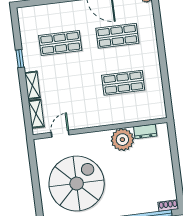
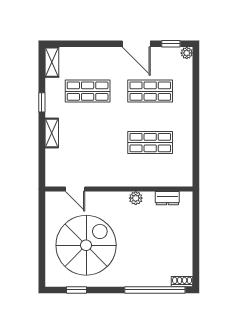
shelving: (36, 114) -> (52, 62), moved
door: (60, 134) -> (75, 189), swing flipped
plant: (122, 140) -> (136, 198), width x0.53, depth x0.53

